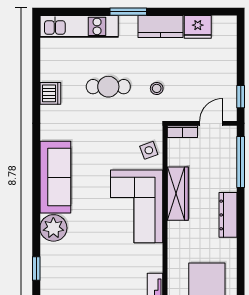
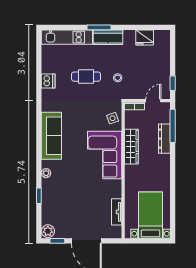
kitchen counter: (160, 27) -> (108, 37), moved
dresser: (228, 215) -> (164, 139), moved
plant: (53, 228) -> (46, 173), width x0.53, depth x0.53

